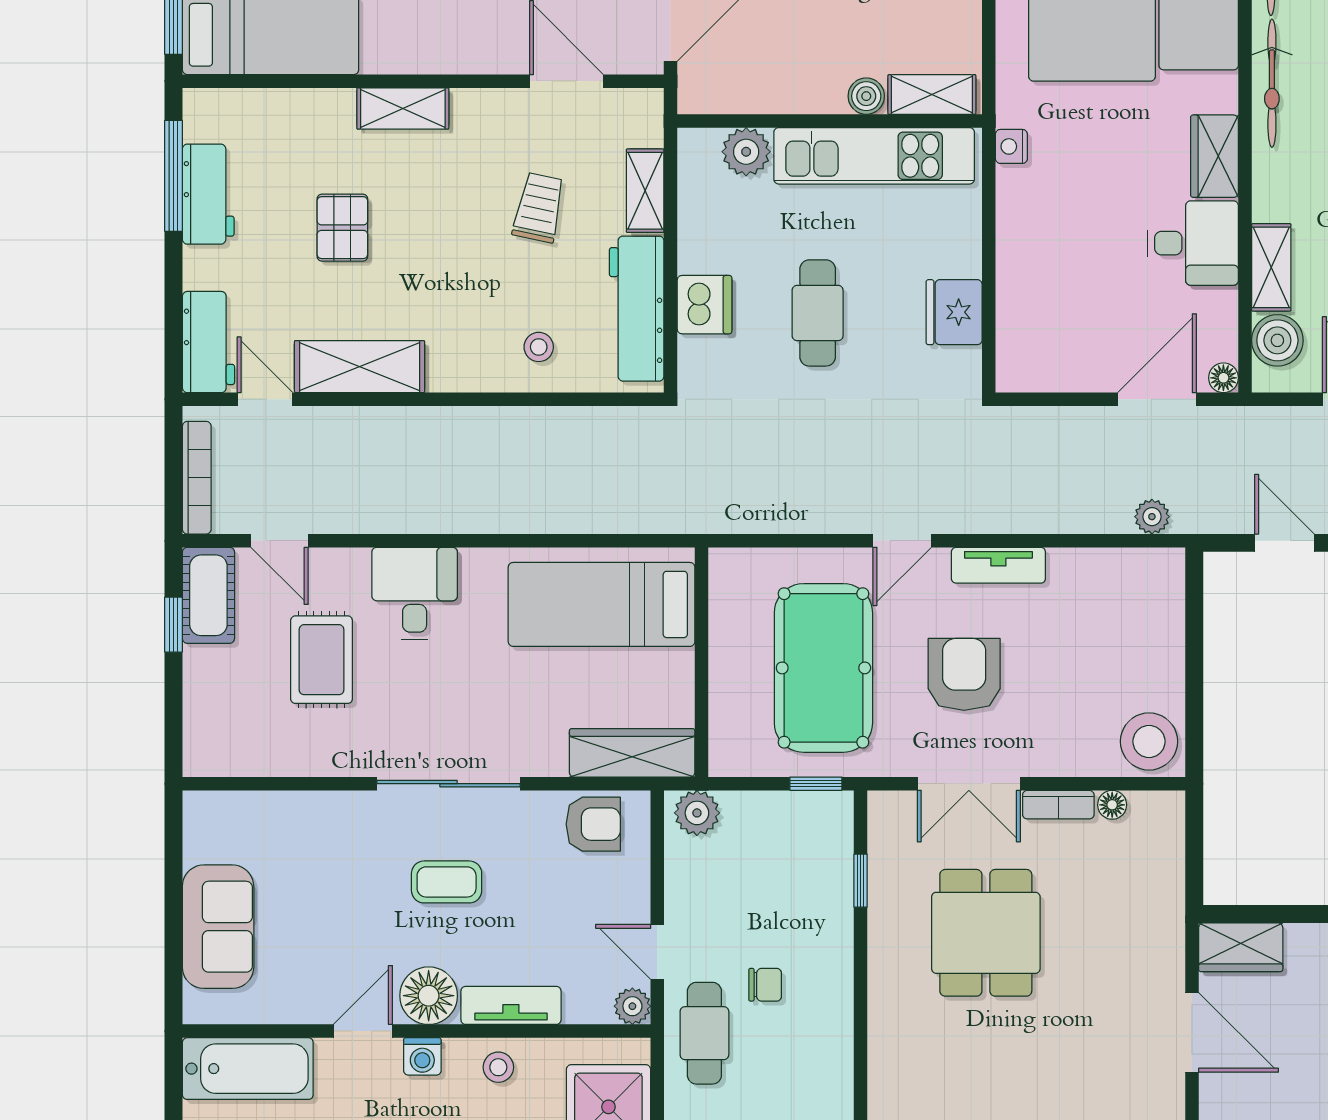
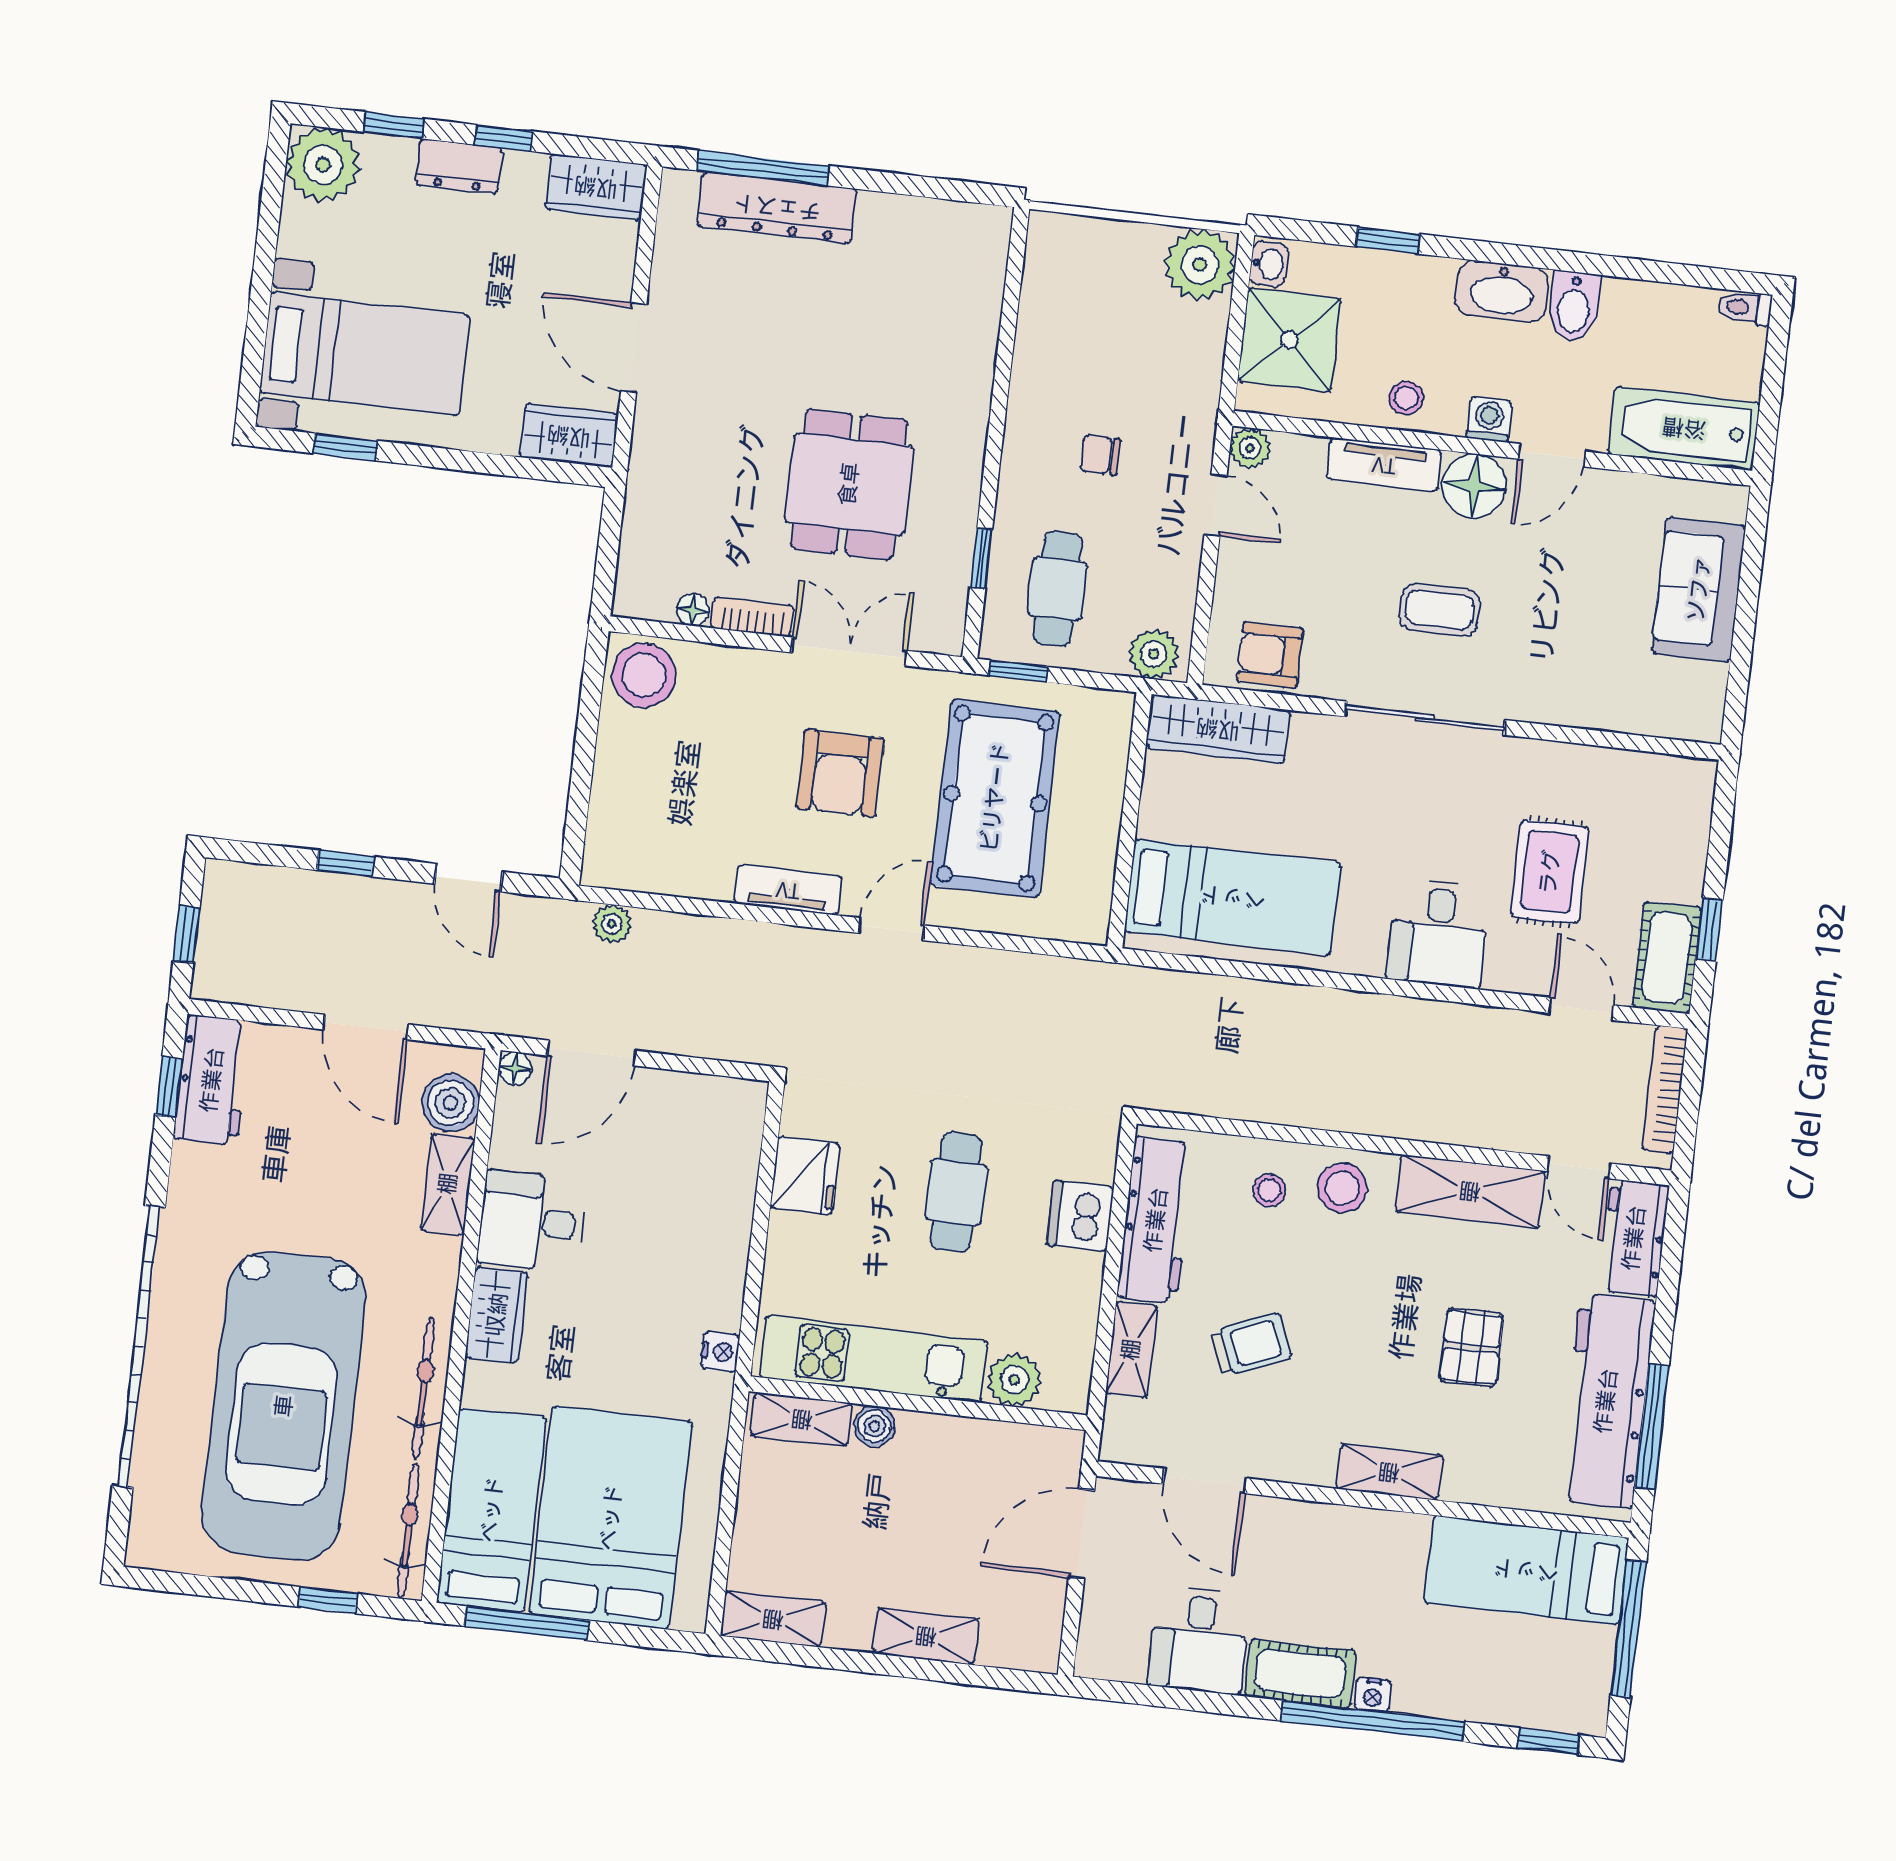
workbench: (208, 194) -> (1606, 1401), width x1.88, depth x1.32
trolley: (539, 208) -> (1251, 1345), turned -124
stool: (474, 356) -> (1342, 1188), added
cafe table: (704, 1033) -> (1057, 589), moved

